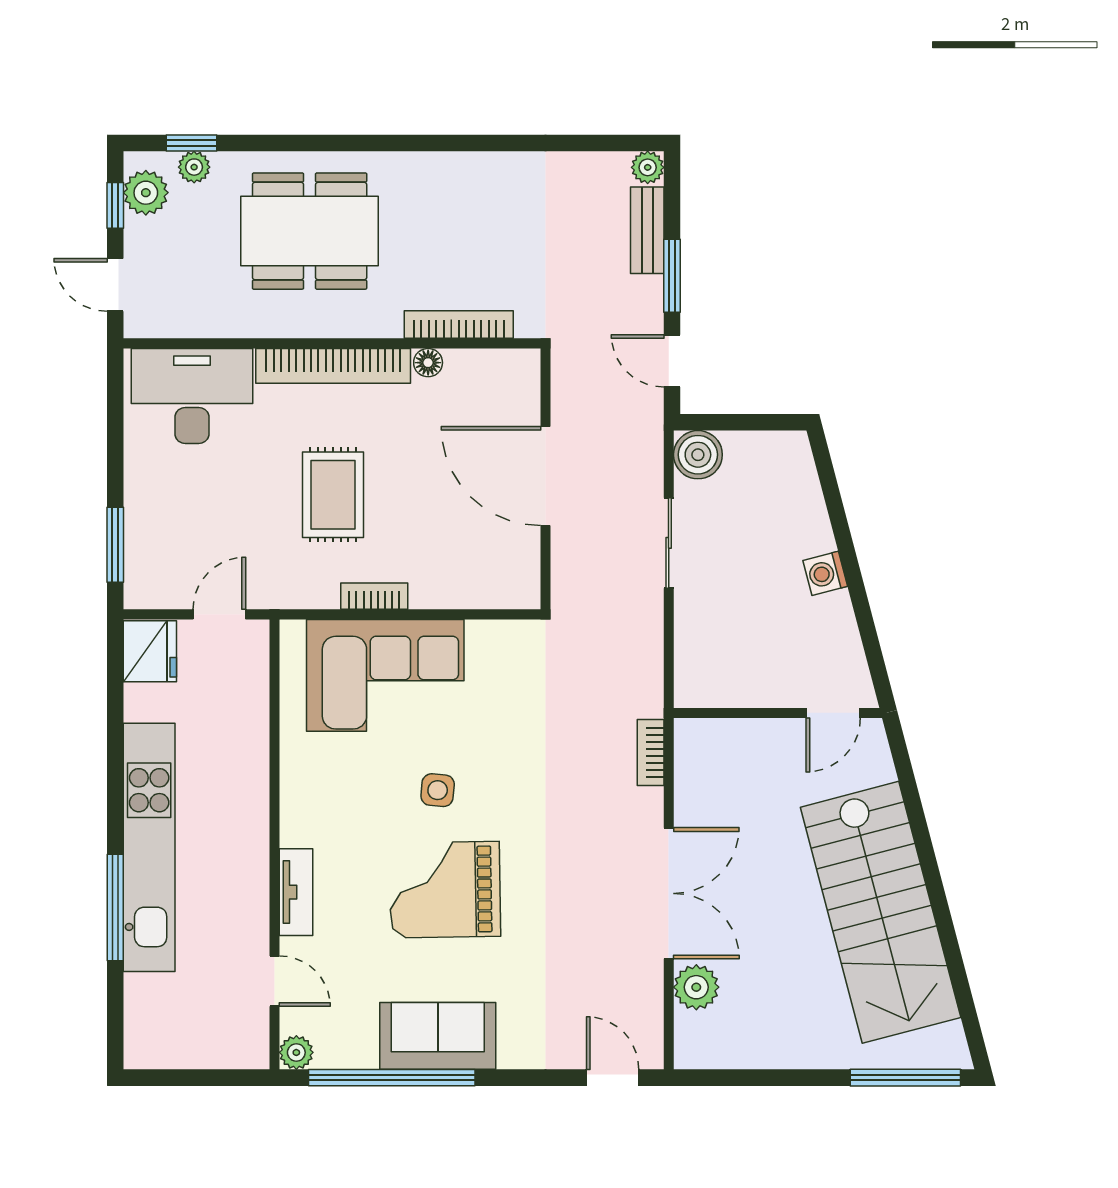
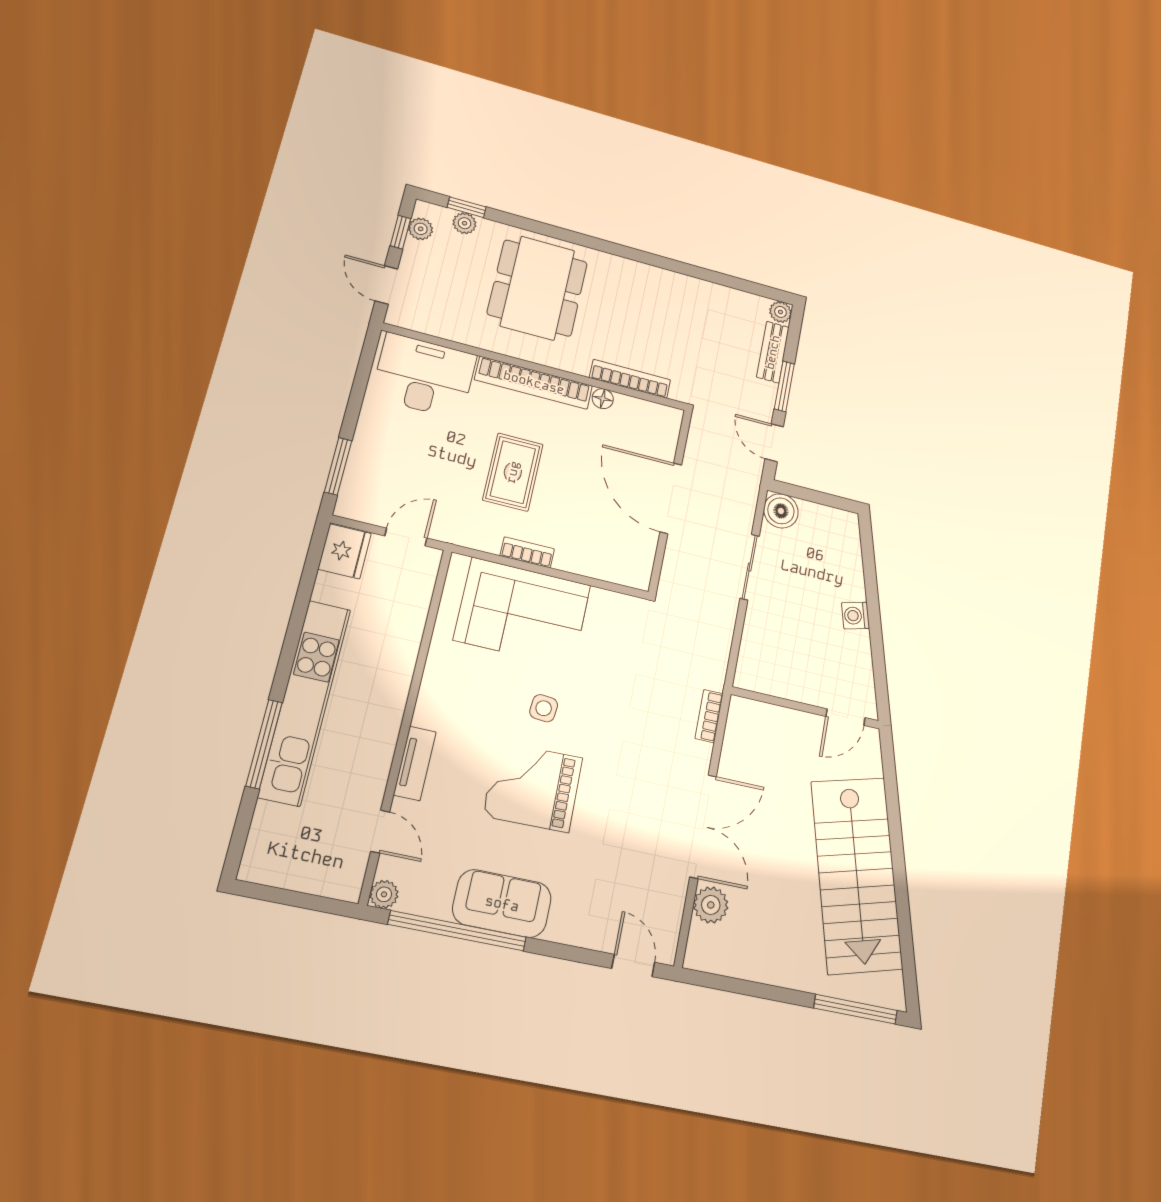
plant: (146, 193) -> (421, 229), width x0.73, depth x0.73
dining table: (310, 231) -> (538, 288), turned 90

